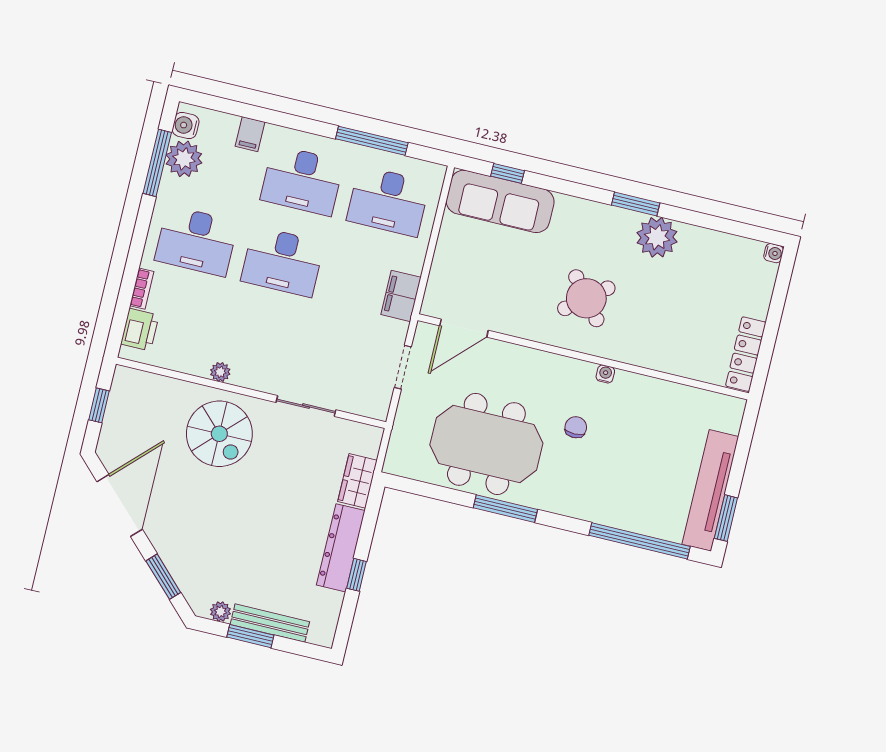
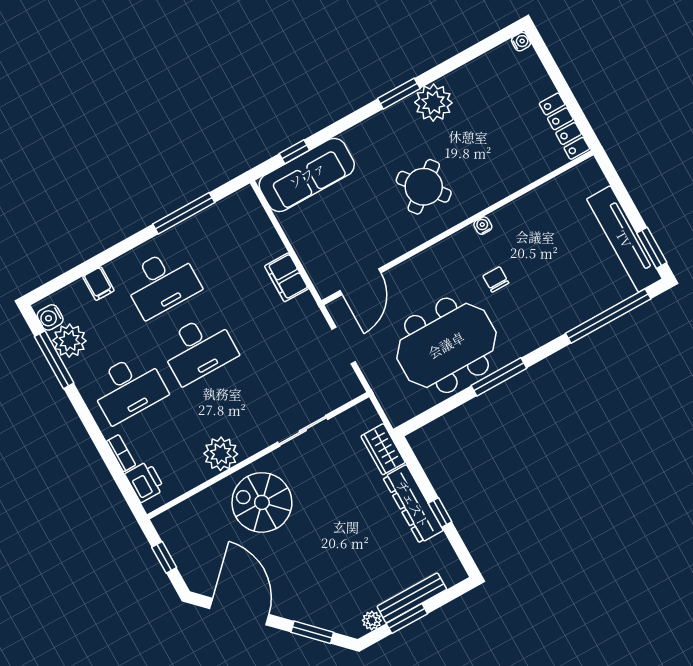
desk: (388, 201) -> (232, 244), removed
filing cabinet: (401, 296) -> (287, 277), moved
plant: (220, 372) -> (221, 454), width x1.87, depth x1.87
spiral stairs: (219, 434) -> (262, 502), turned 180

